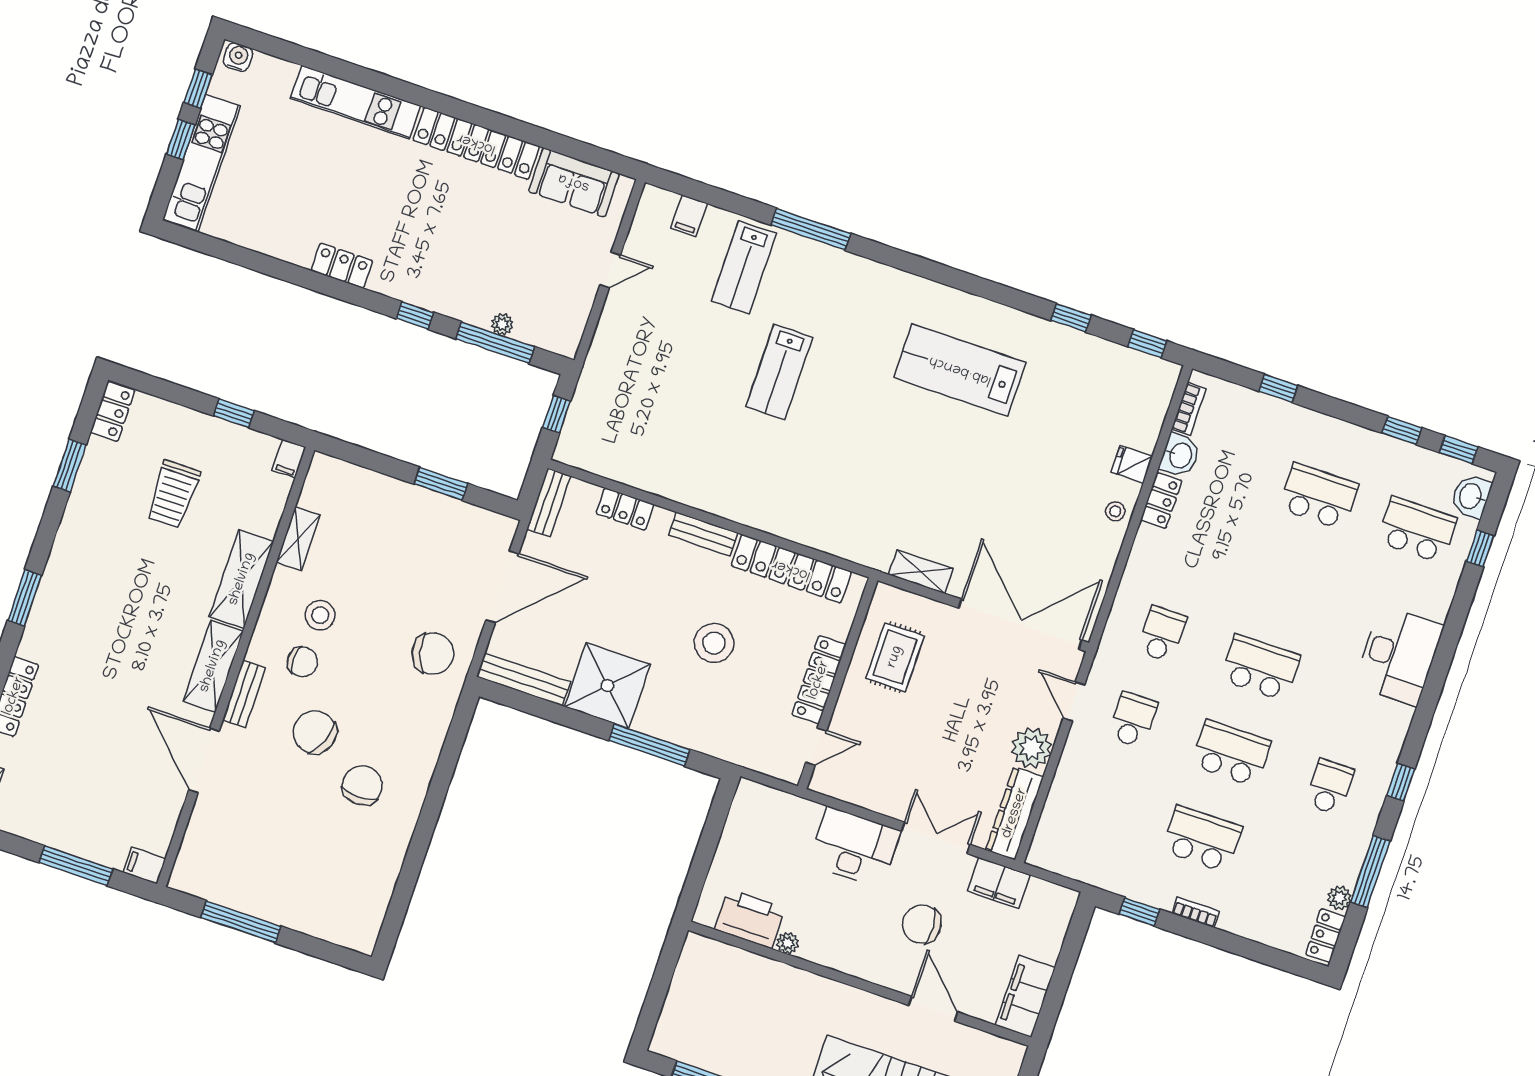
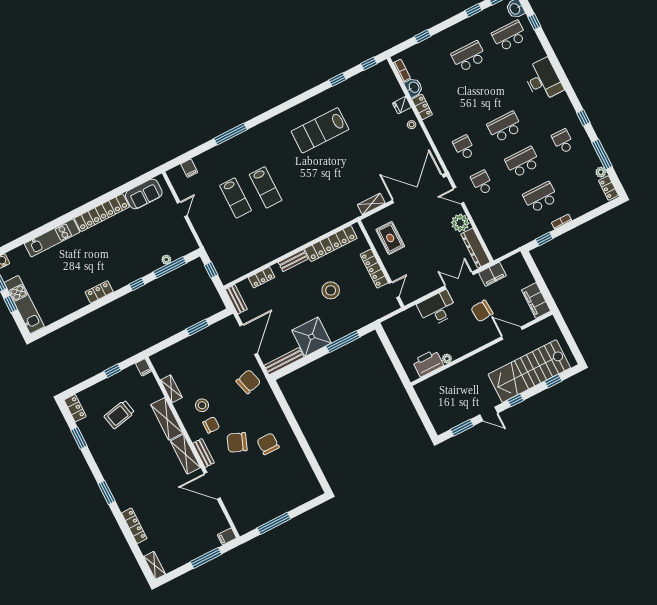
lab bench: (744, 267) -> (236, 198), moved
trolley: (173, 494) -> (119, 414), turned 78

